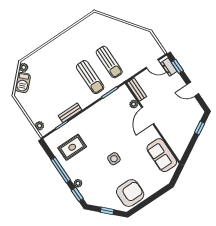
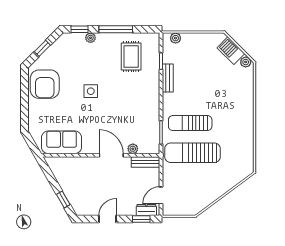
sun lounger: (109, 62) -> (192, 153), width x1.36, depth x1.34

